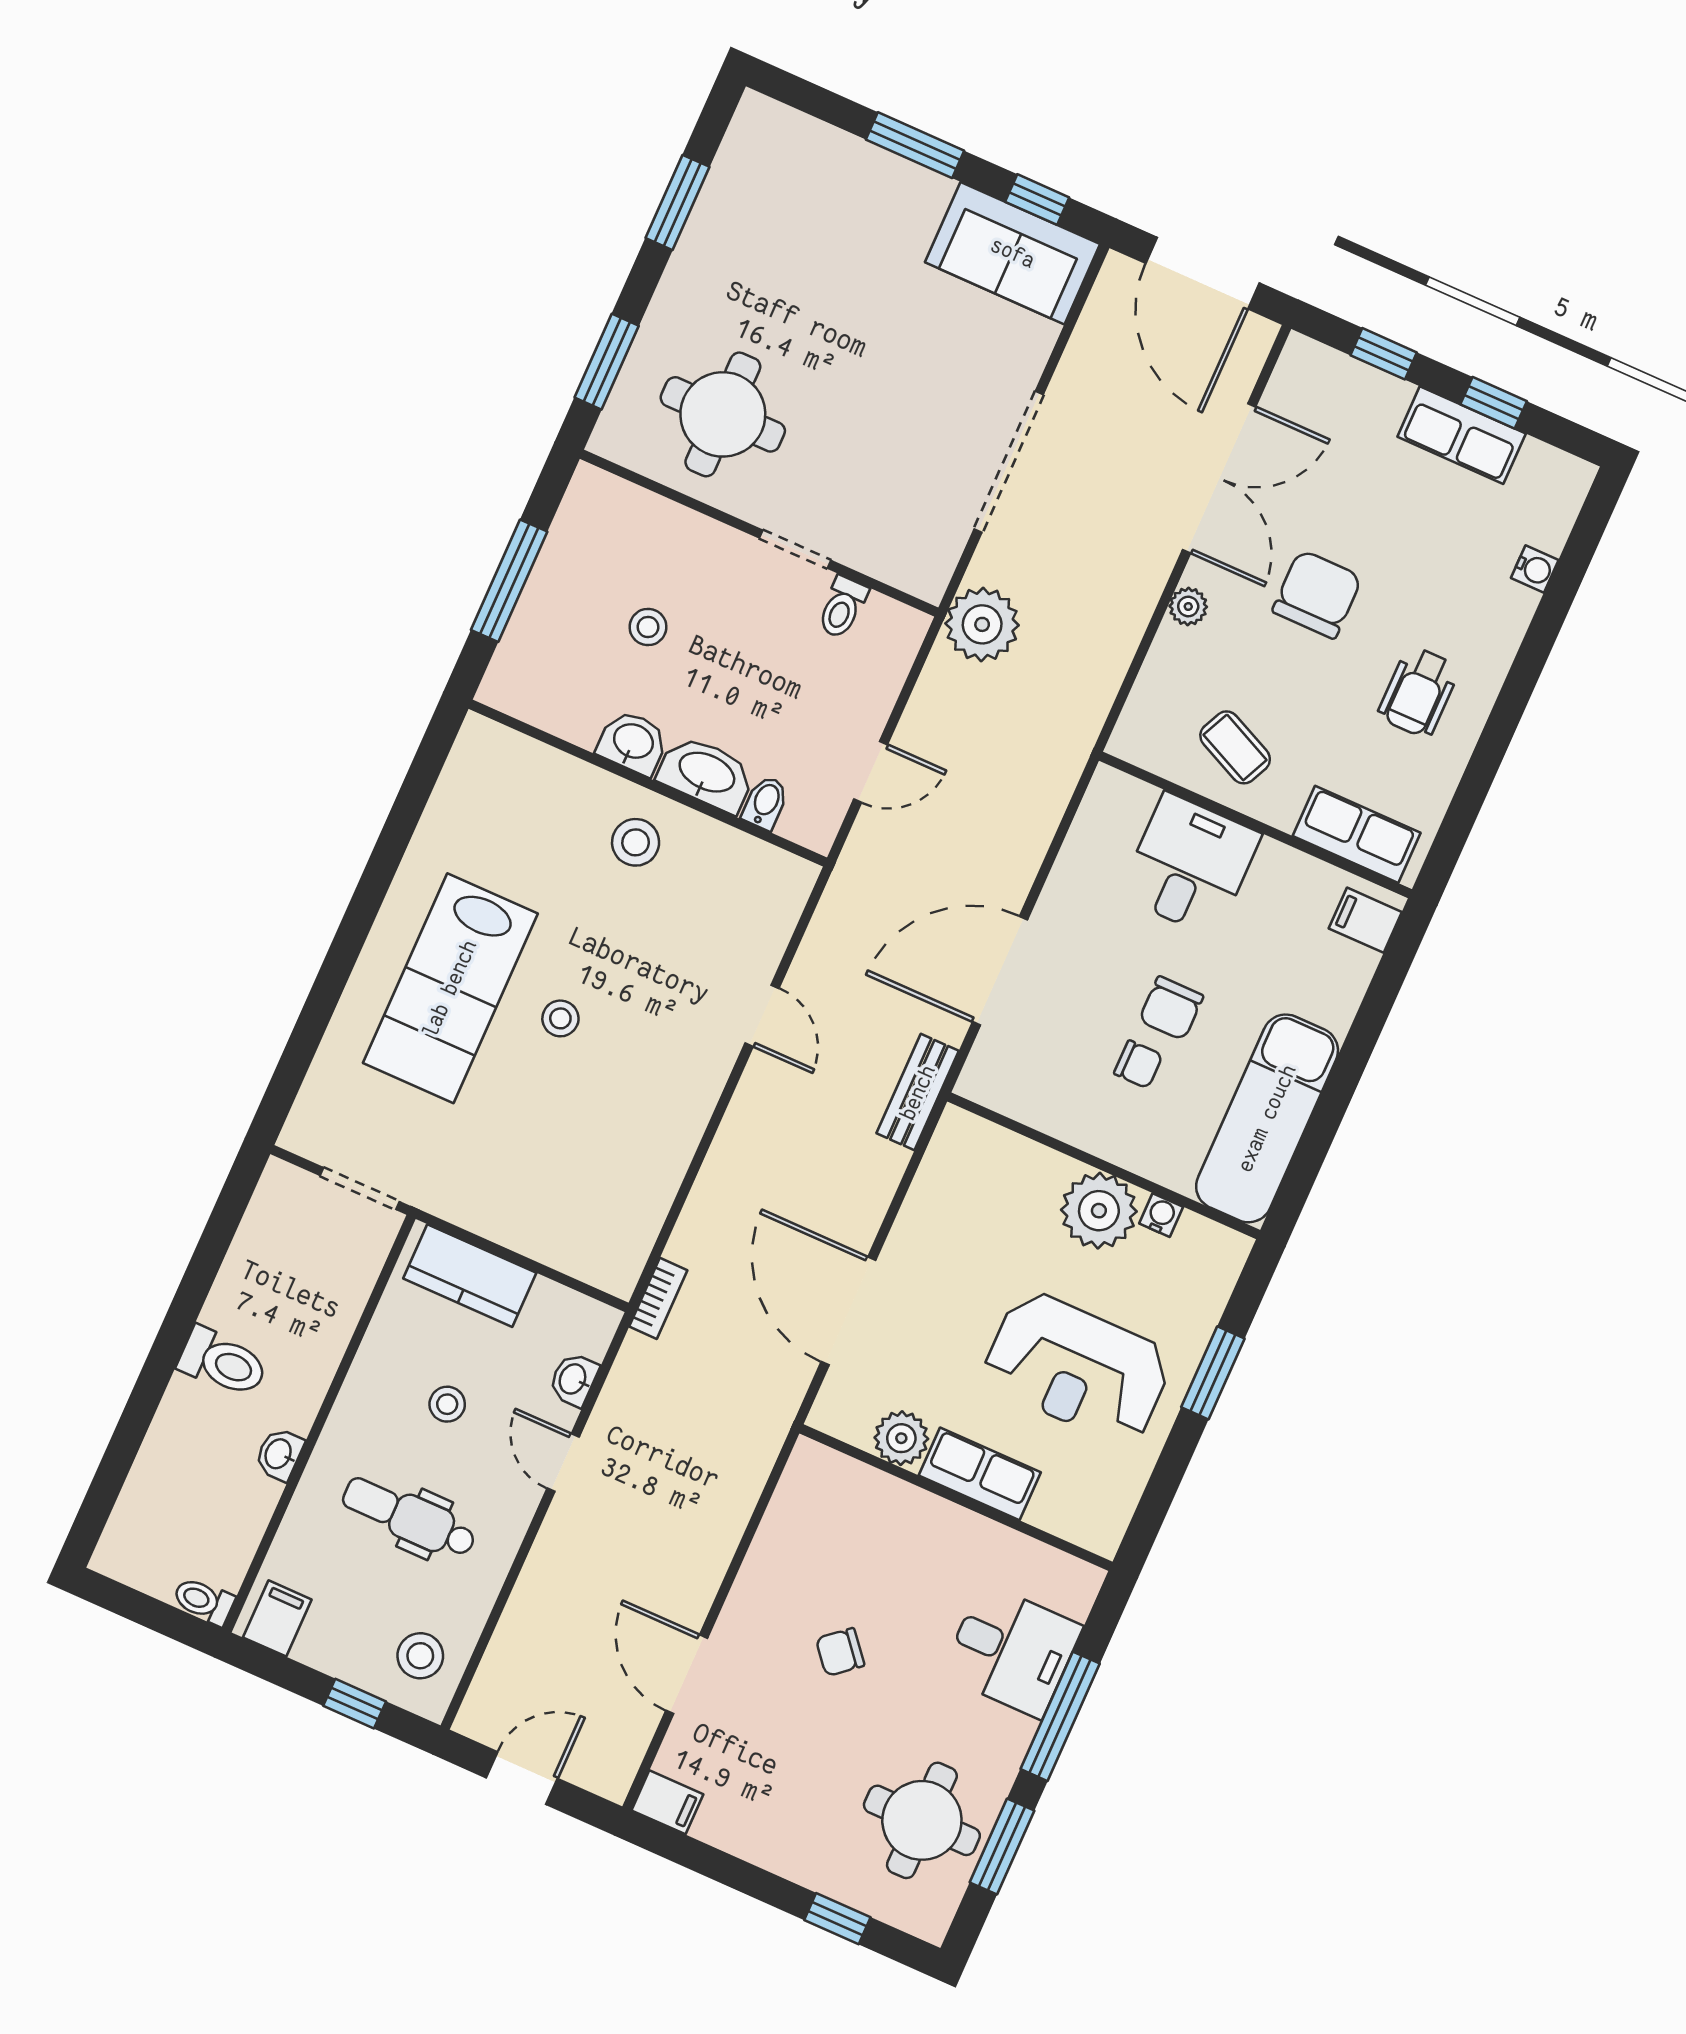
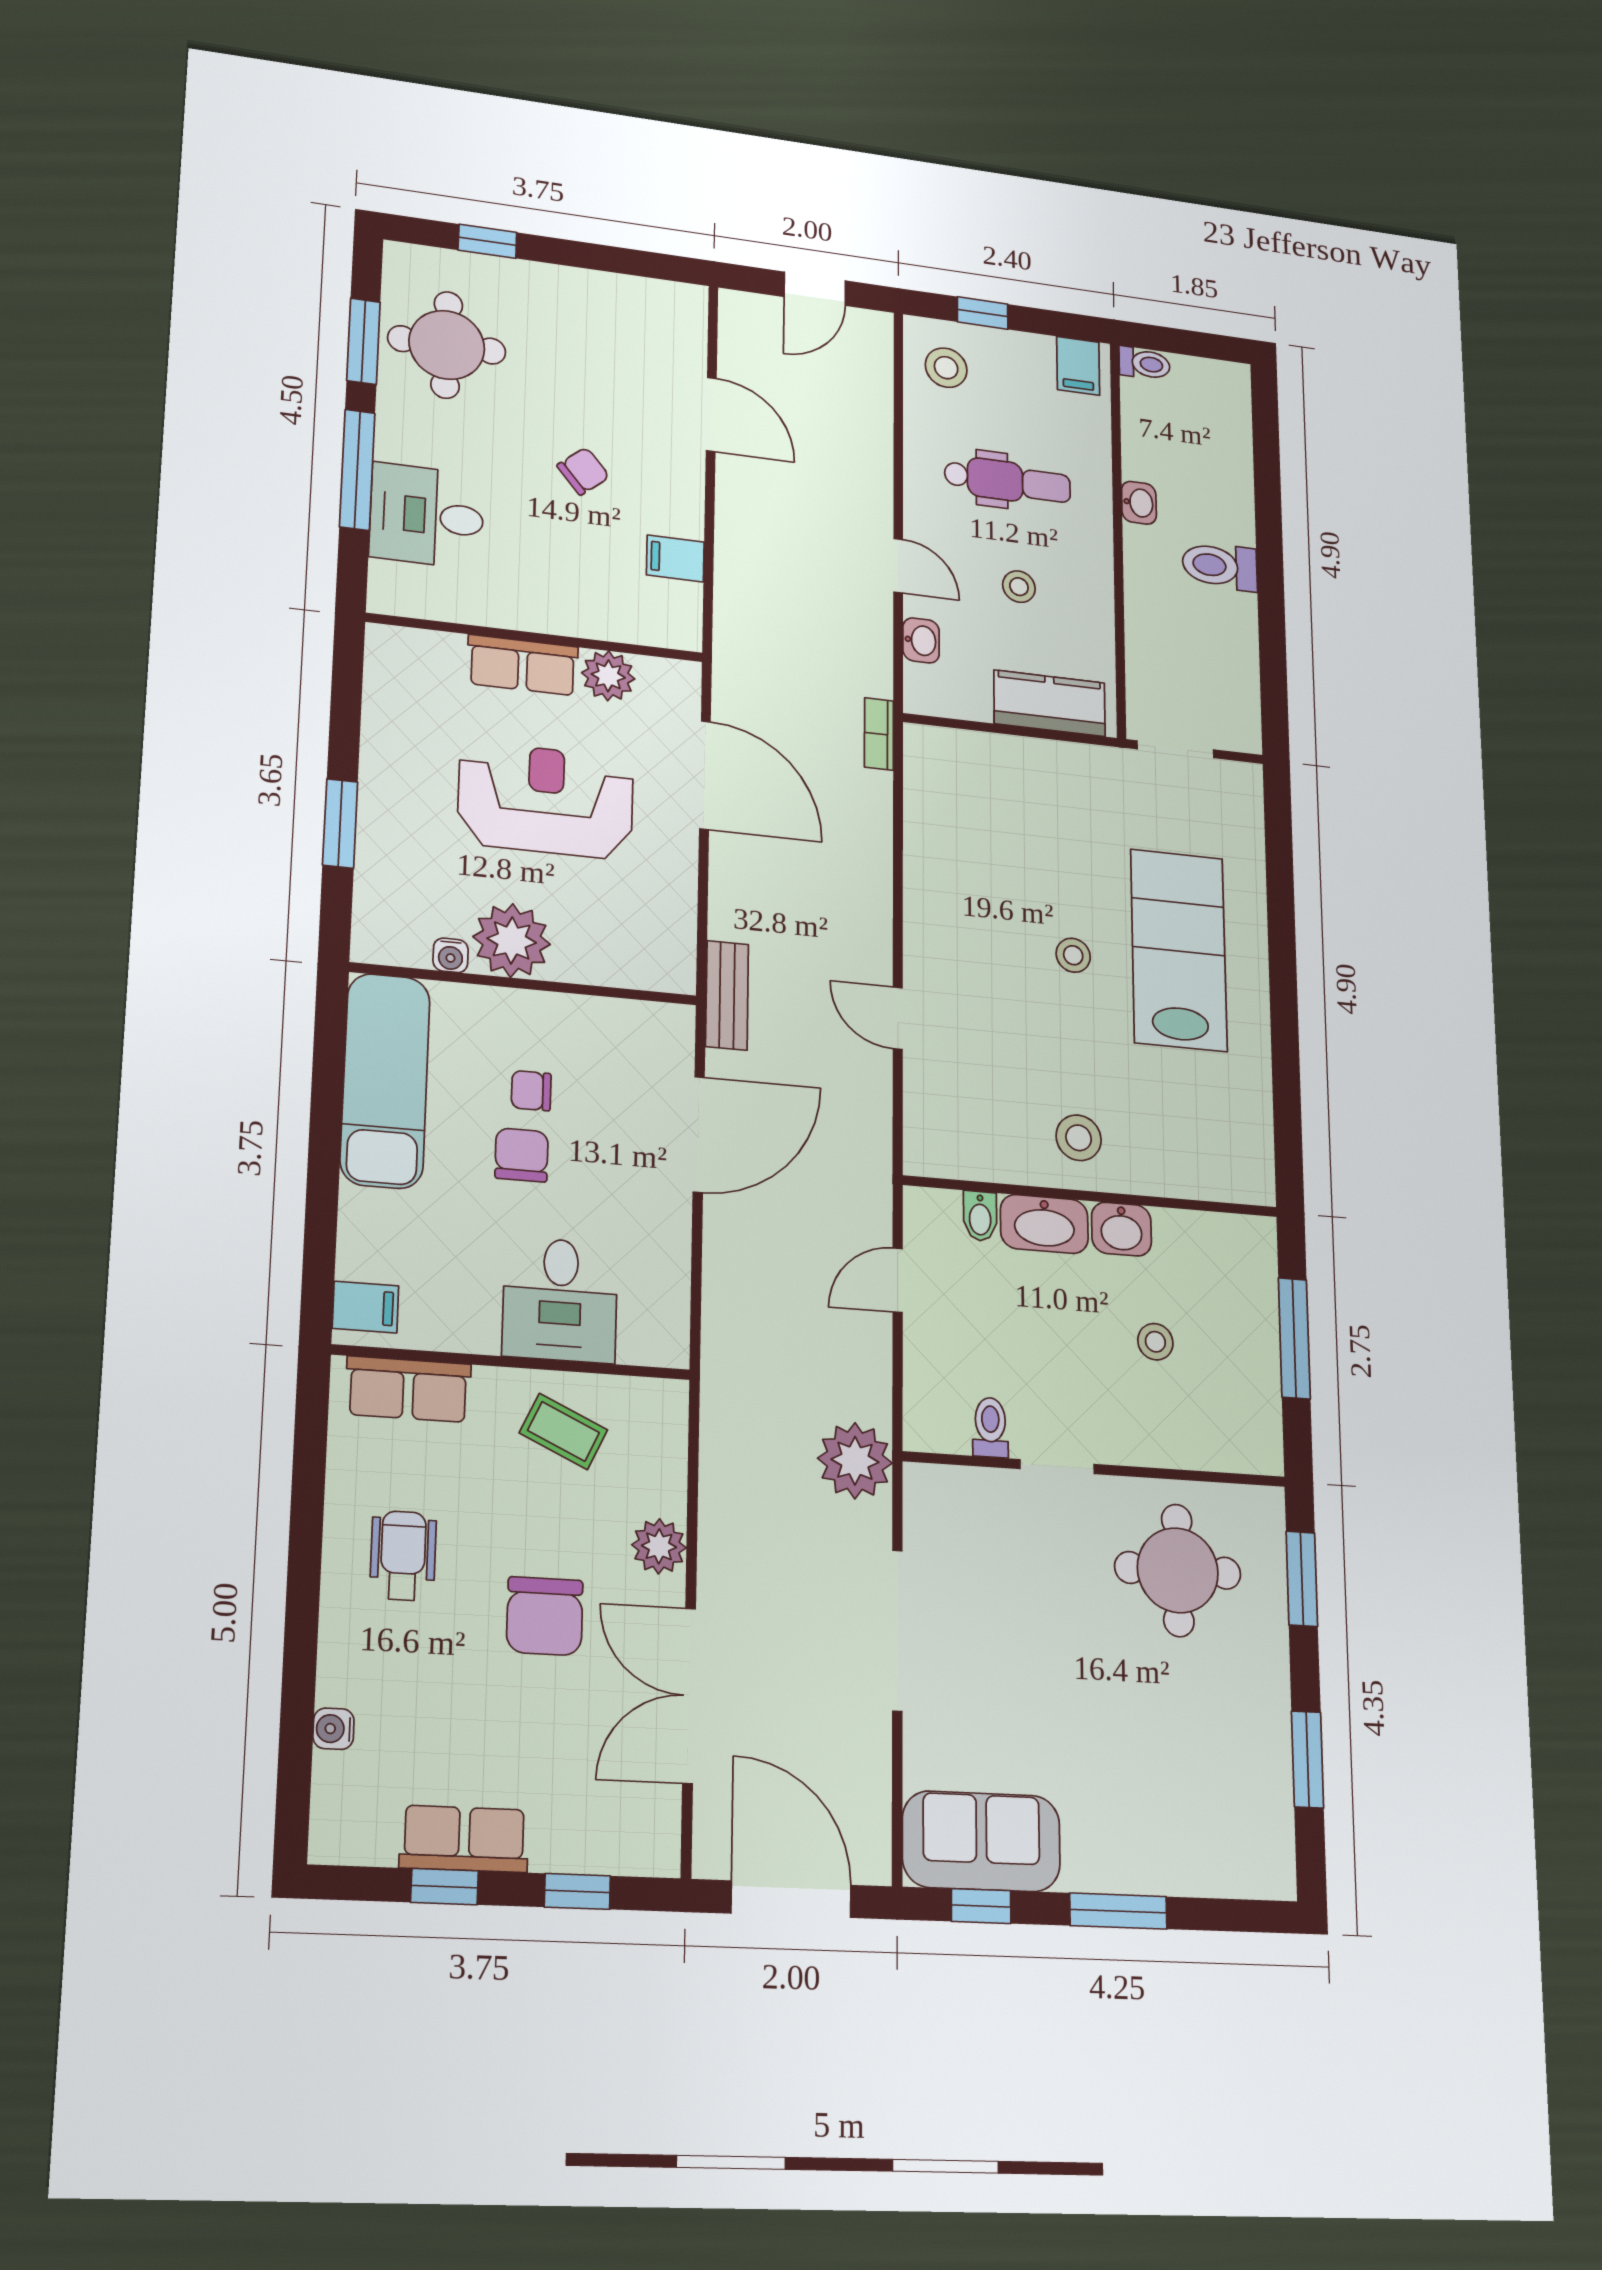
plant: (1188, 606) -> (659, 1546), width x1.38, depth x1.38
reception desk: (1077, 1368) -> (546, 800), moved
filing cabinet: (667, 1802) -> (675, 558), moved

